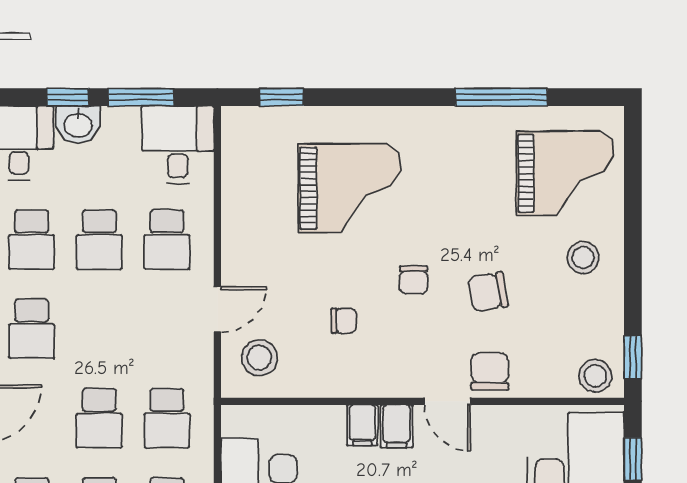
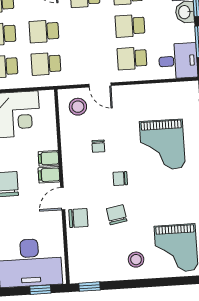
stool: (595, 376) -> (79, 269), removed

